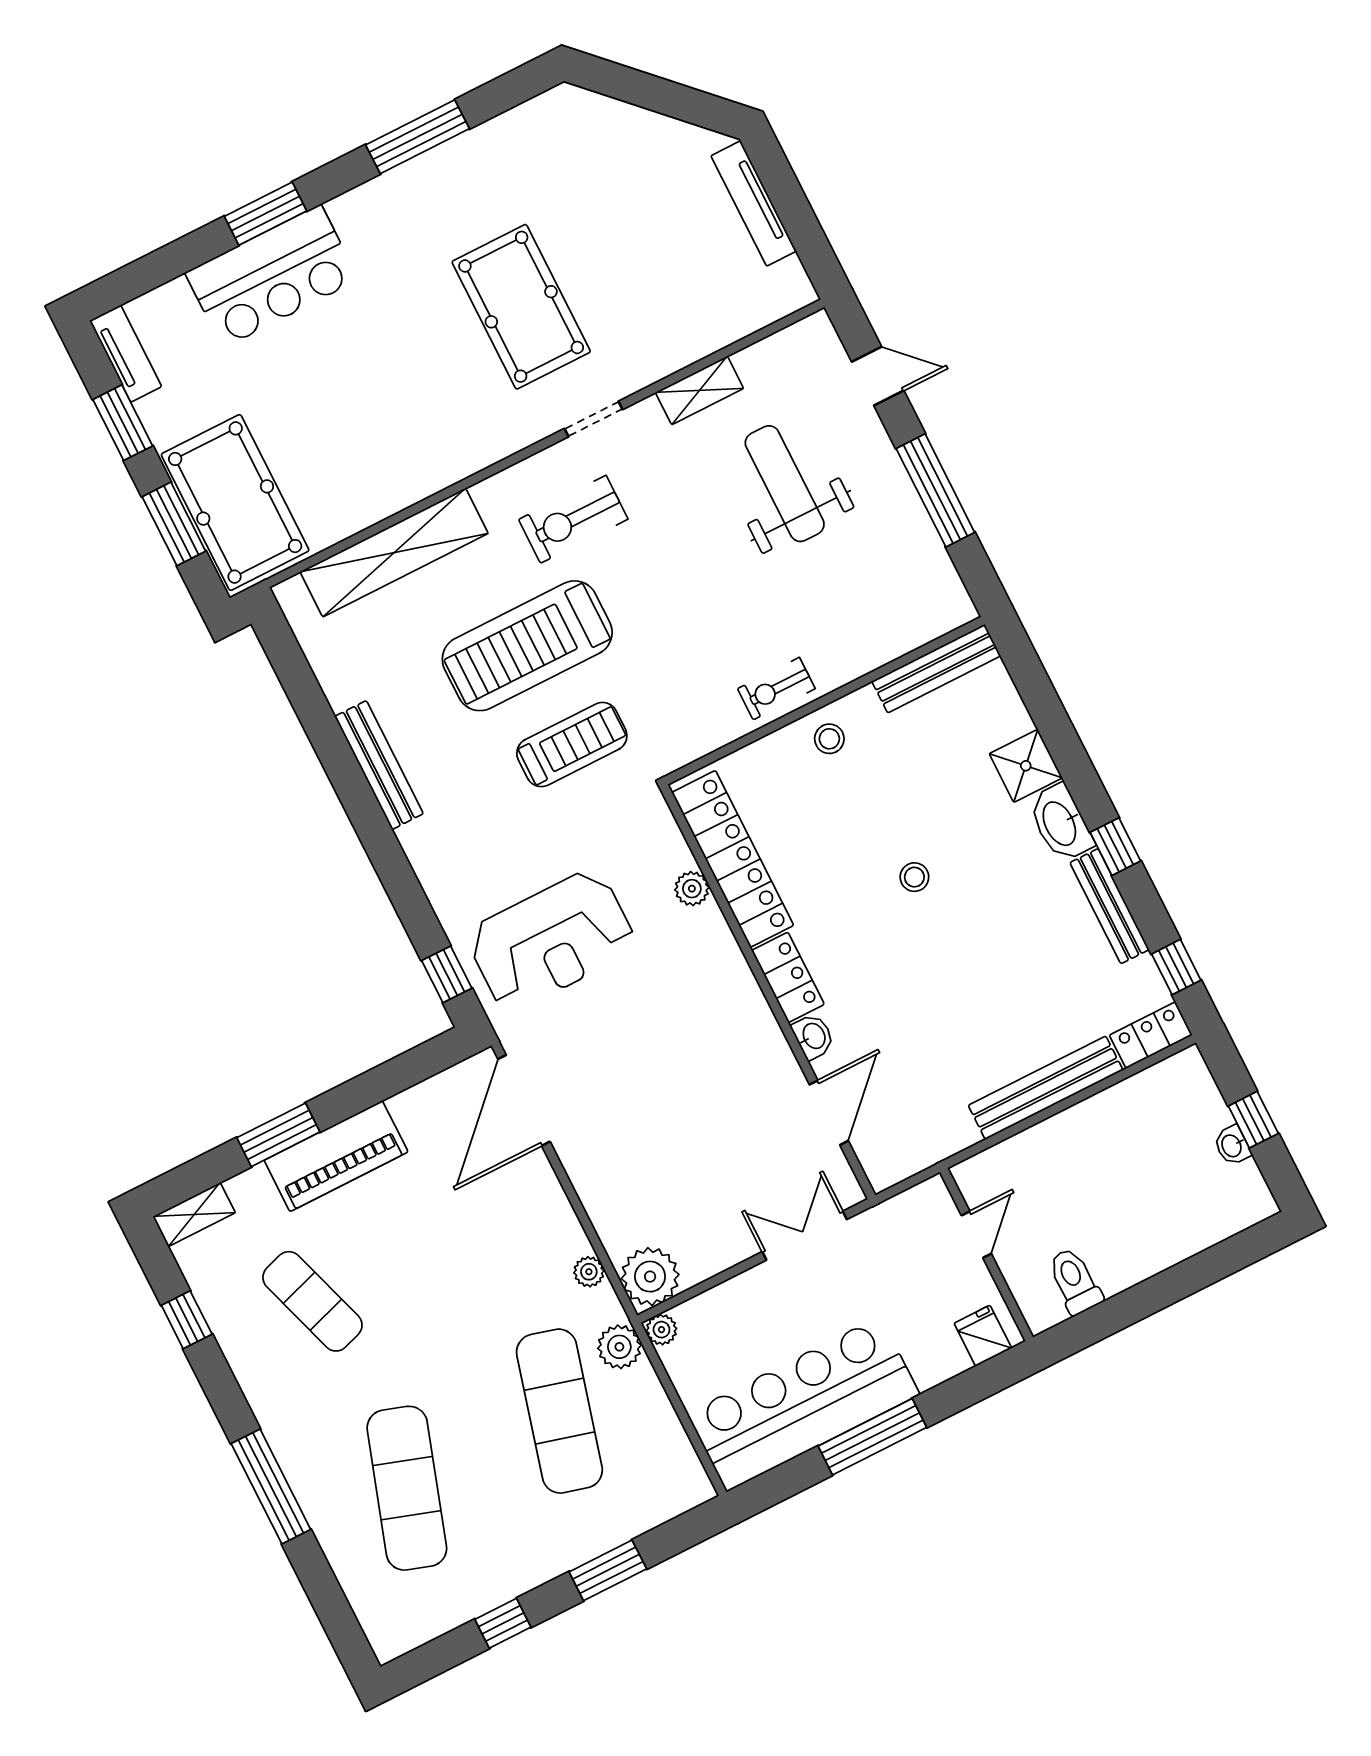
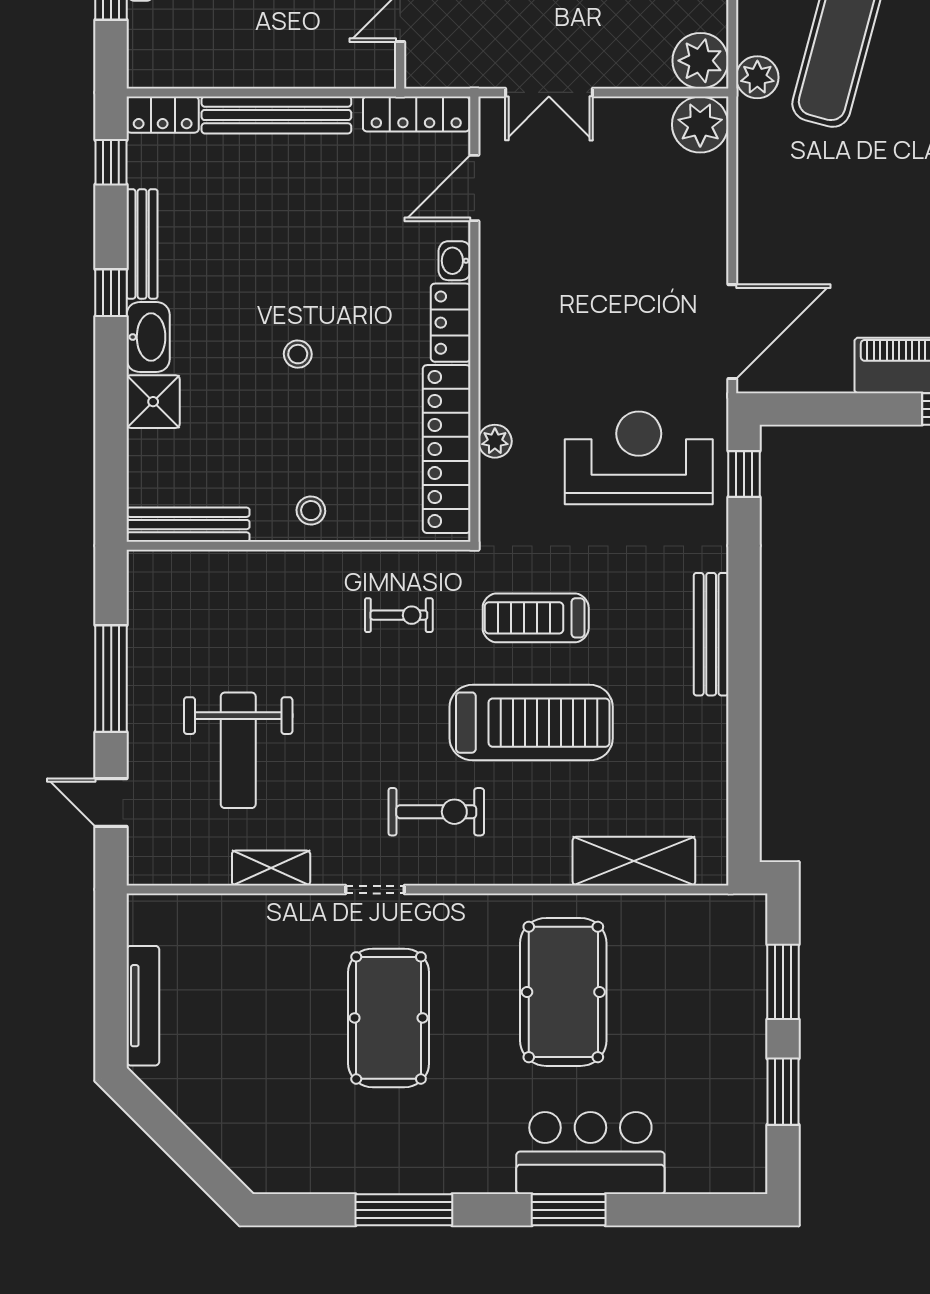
tv unit: (126, 354) -> (750, 1150), removed
pool table: (235, 502) -> (563, 992), moved
shelving: (394, 553) -> (634, 861), width x0.68
exercise bike: (776, 689) -> (399, 615), moved
bench: (379, 765) -> (711, 634), moved
locker: (917, 1154) -> (416, 114), added
plant: (589, 1272) -> (751, 155), removed
plant: (661, 1330) -> (700, 61), width x1.87, depth x1.87

